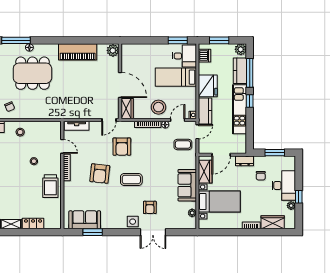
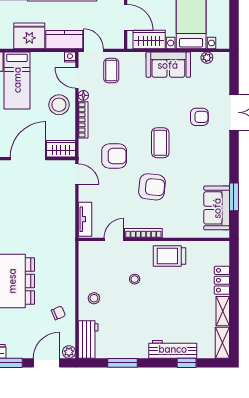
trolley: (50, 186) -> (170, 256), turned 180
side table: (133, 222) -> (219, 141), removed

